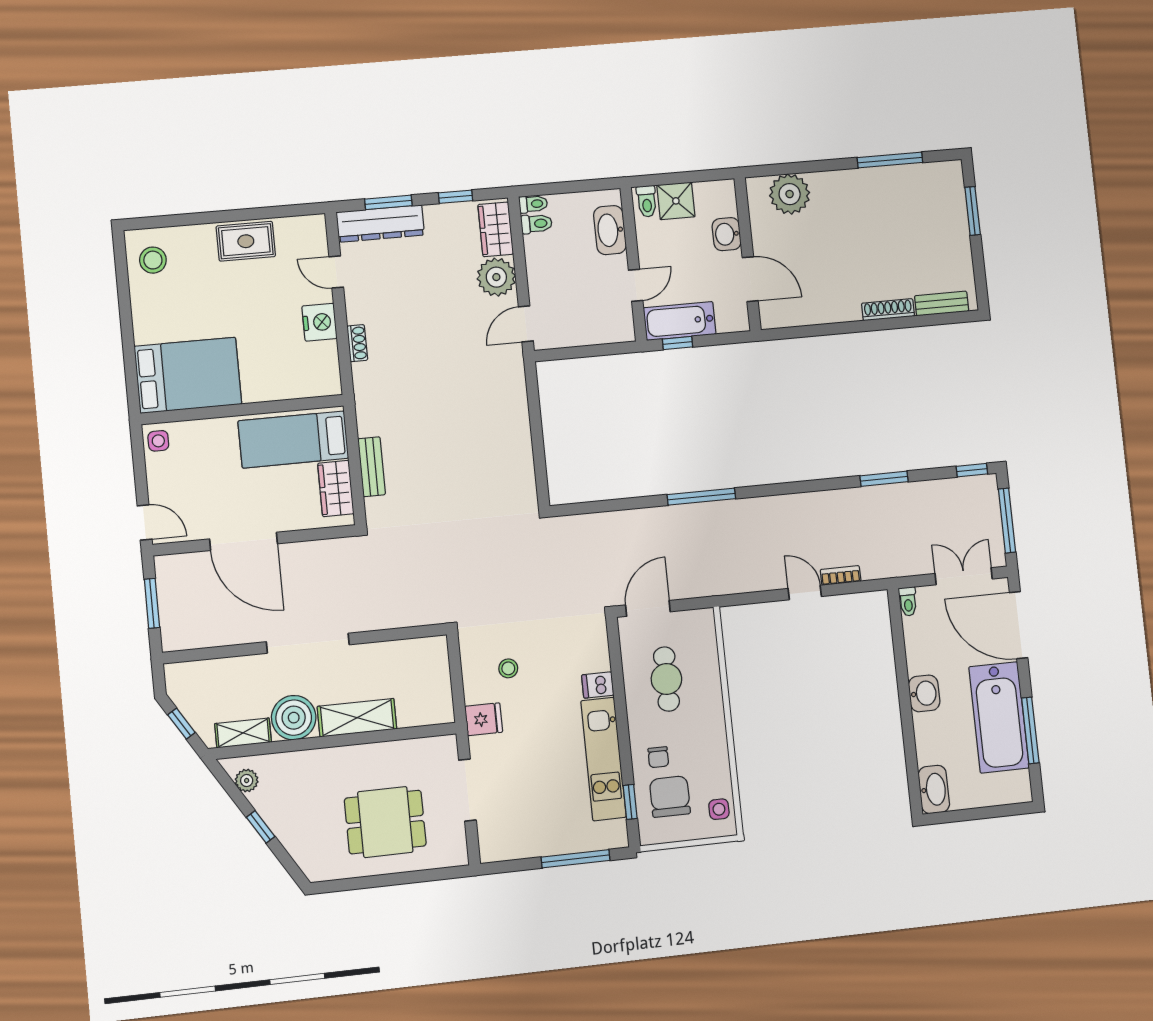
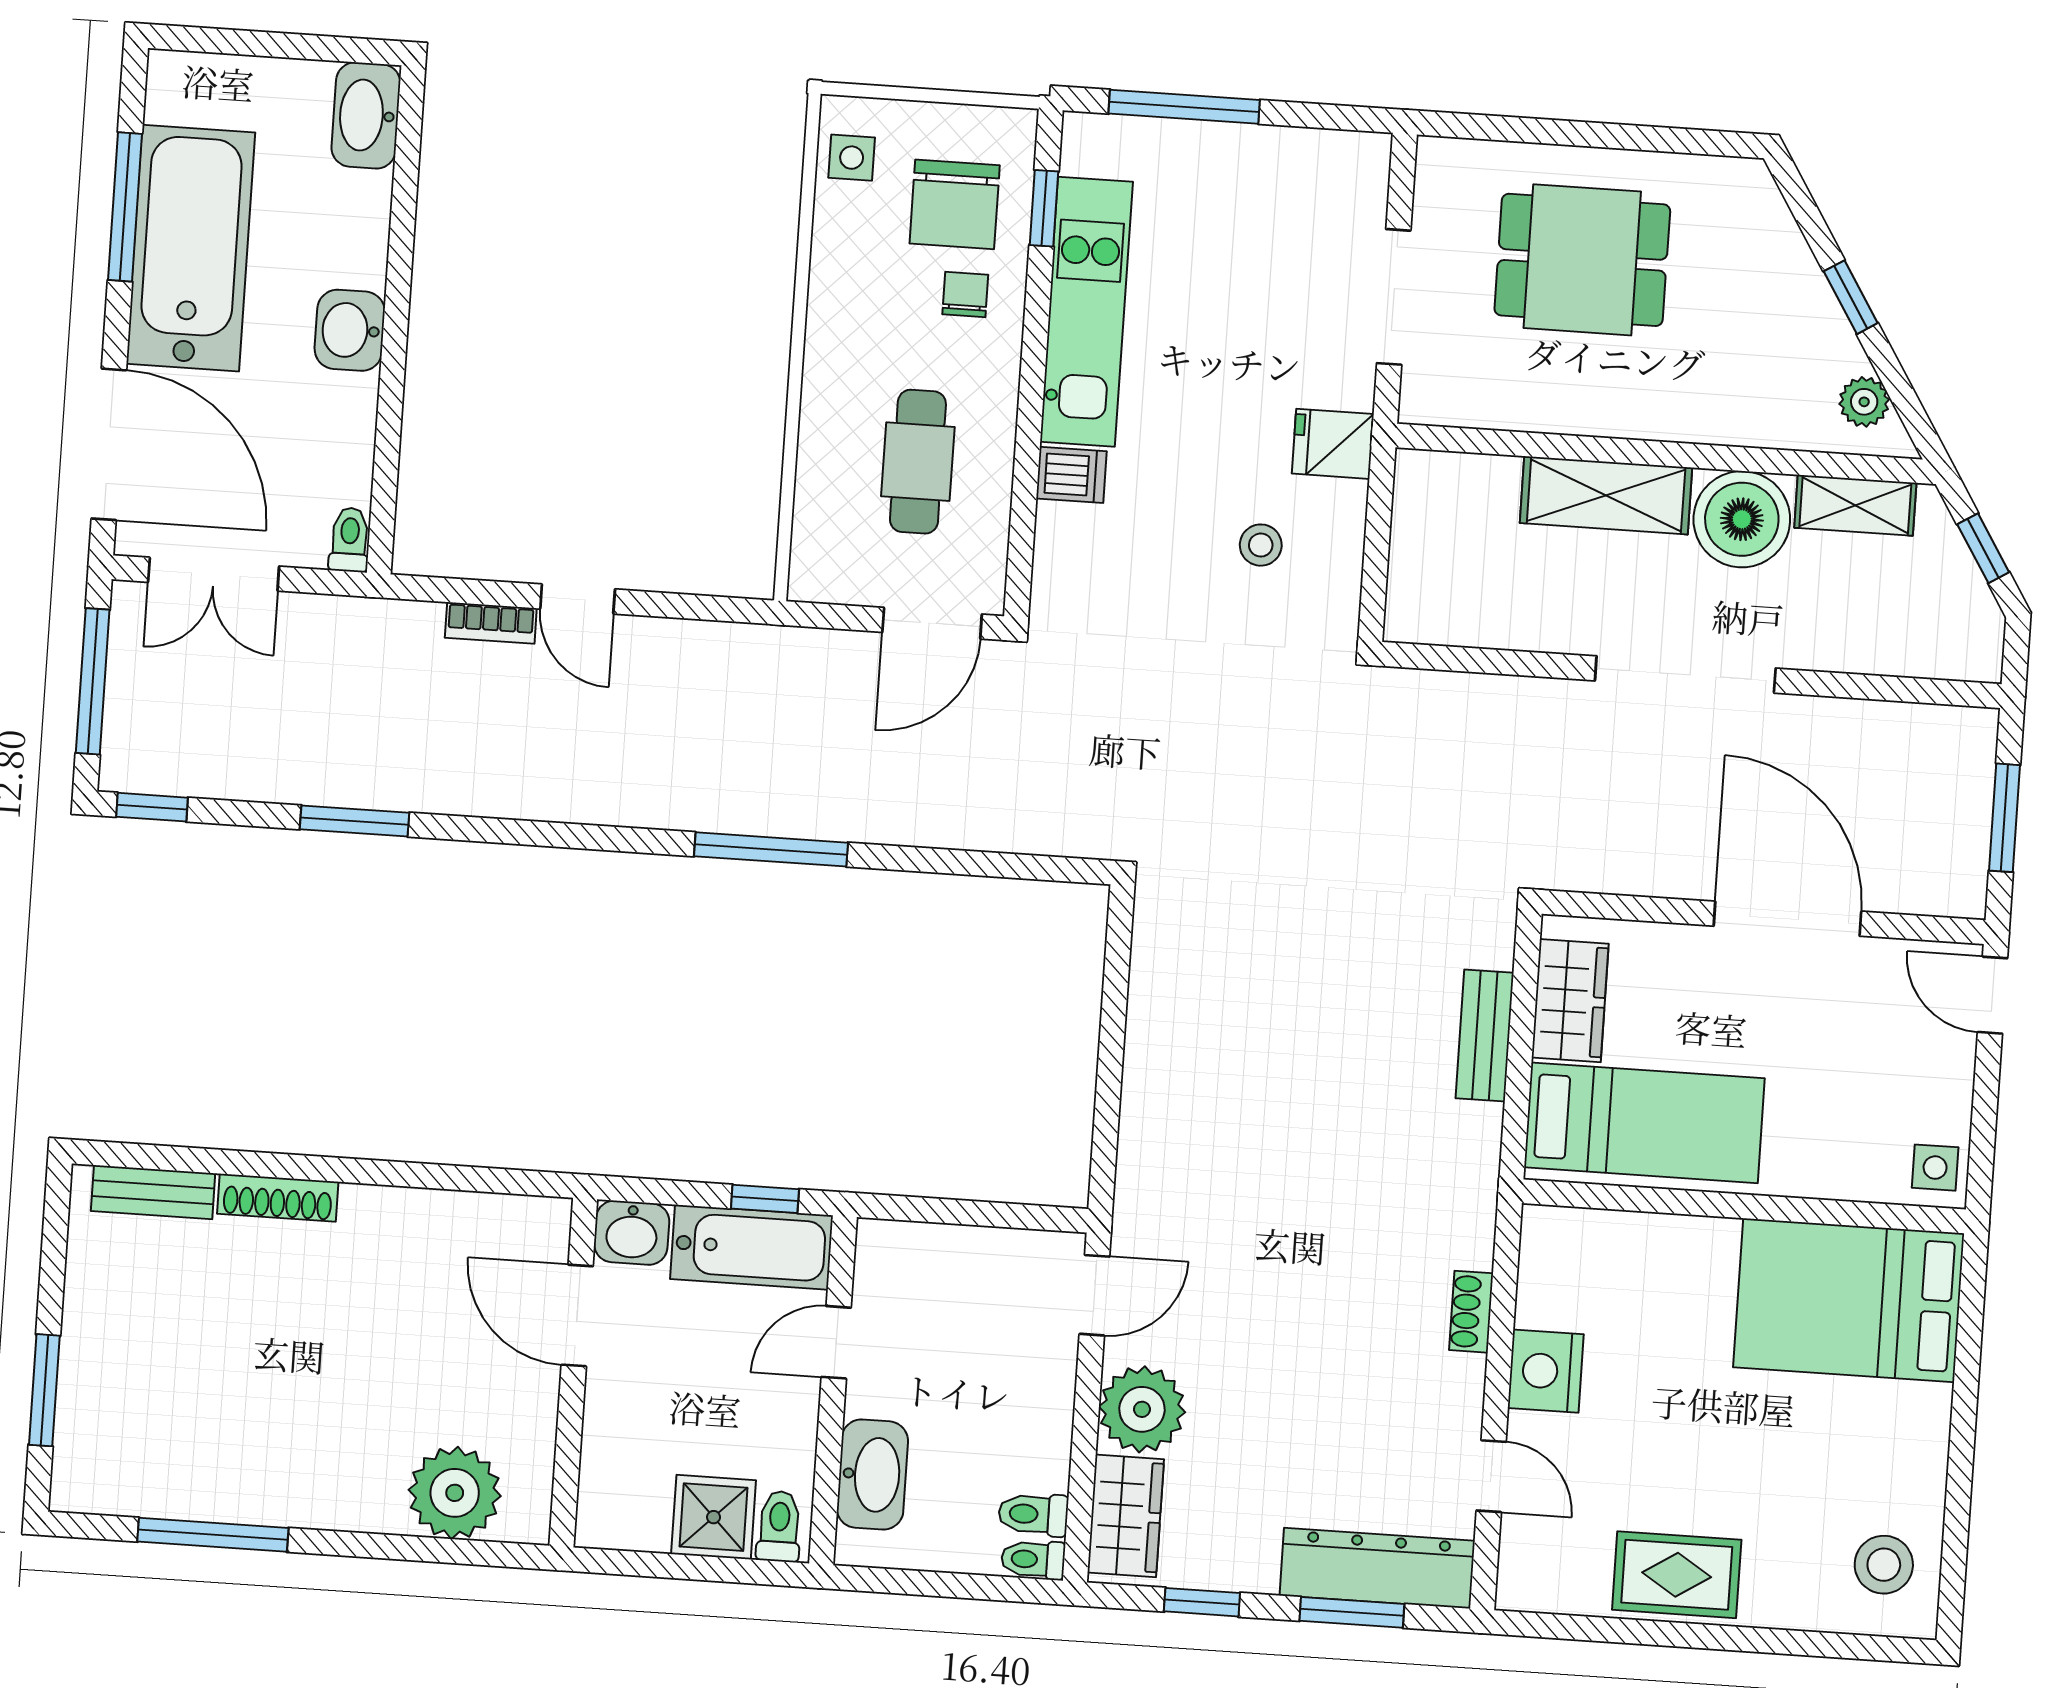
washbasin: (727, 234) -> (632, 1233), moved, turned 90

